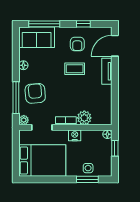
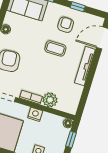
armchair: (77, 44) -> (66, 25), turned 180
tv unit: (107, 71) -> (85, 66), width x1.41

